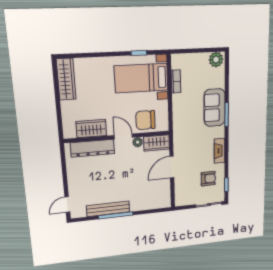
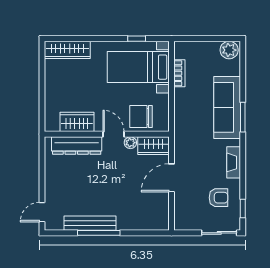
wardrobe: (66, 79) -> (67, 50), moved, turned 90
sofa: (215, 108) -> (227, 107), width x1.36

